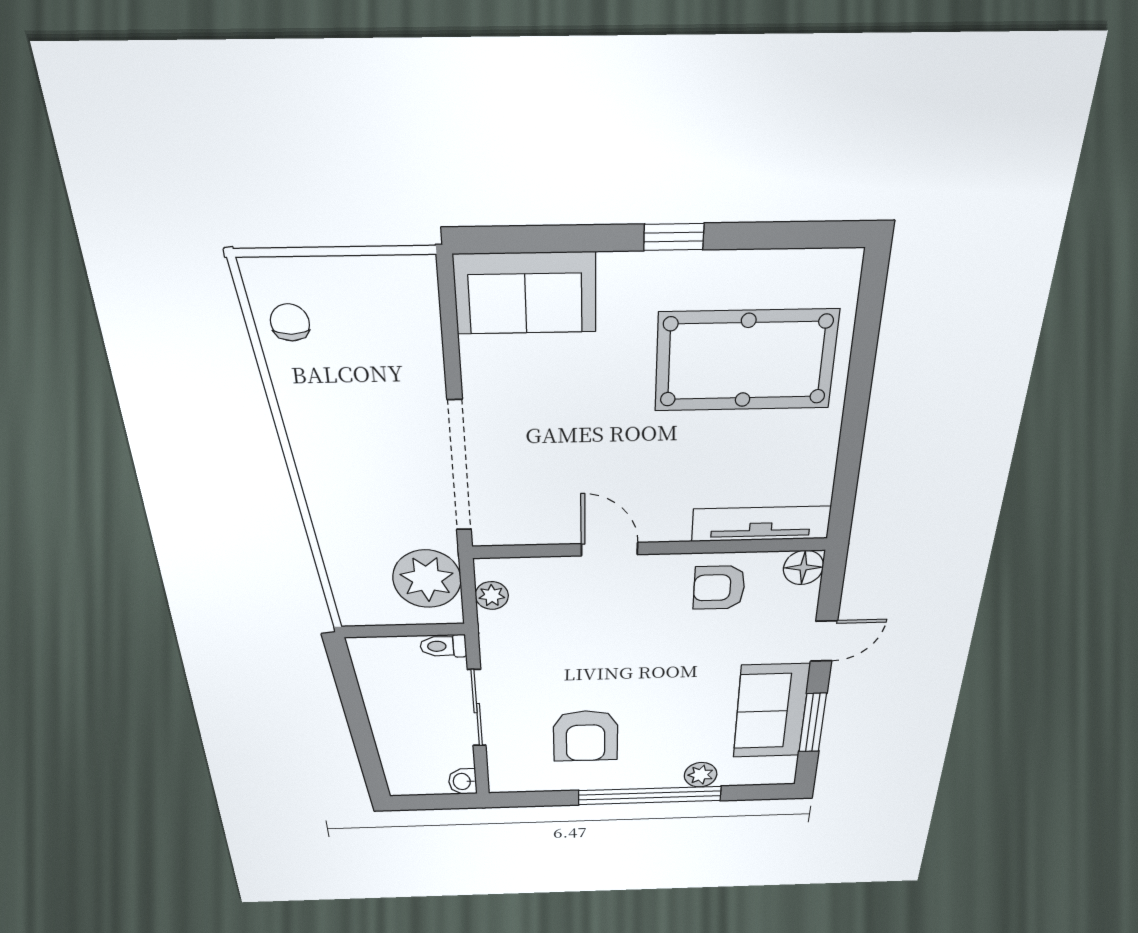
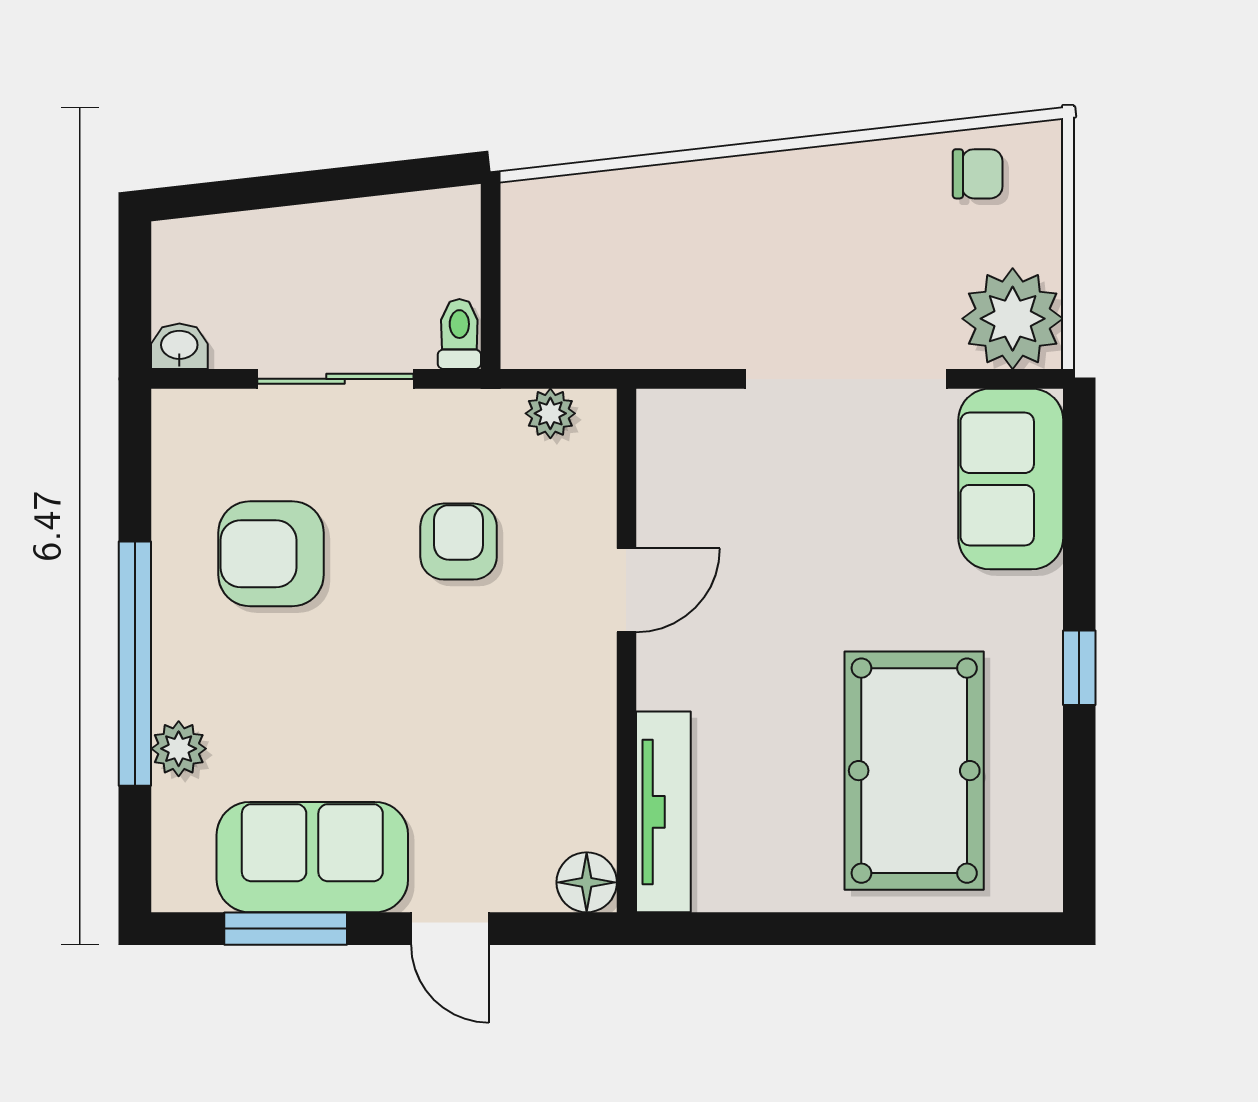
doorway: (459, 467) -> (846, 379), moved
plant: (427, 579) -> (1013, 319), moved
armchair: (719, 588) -> (459, 542), moved

